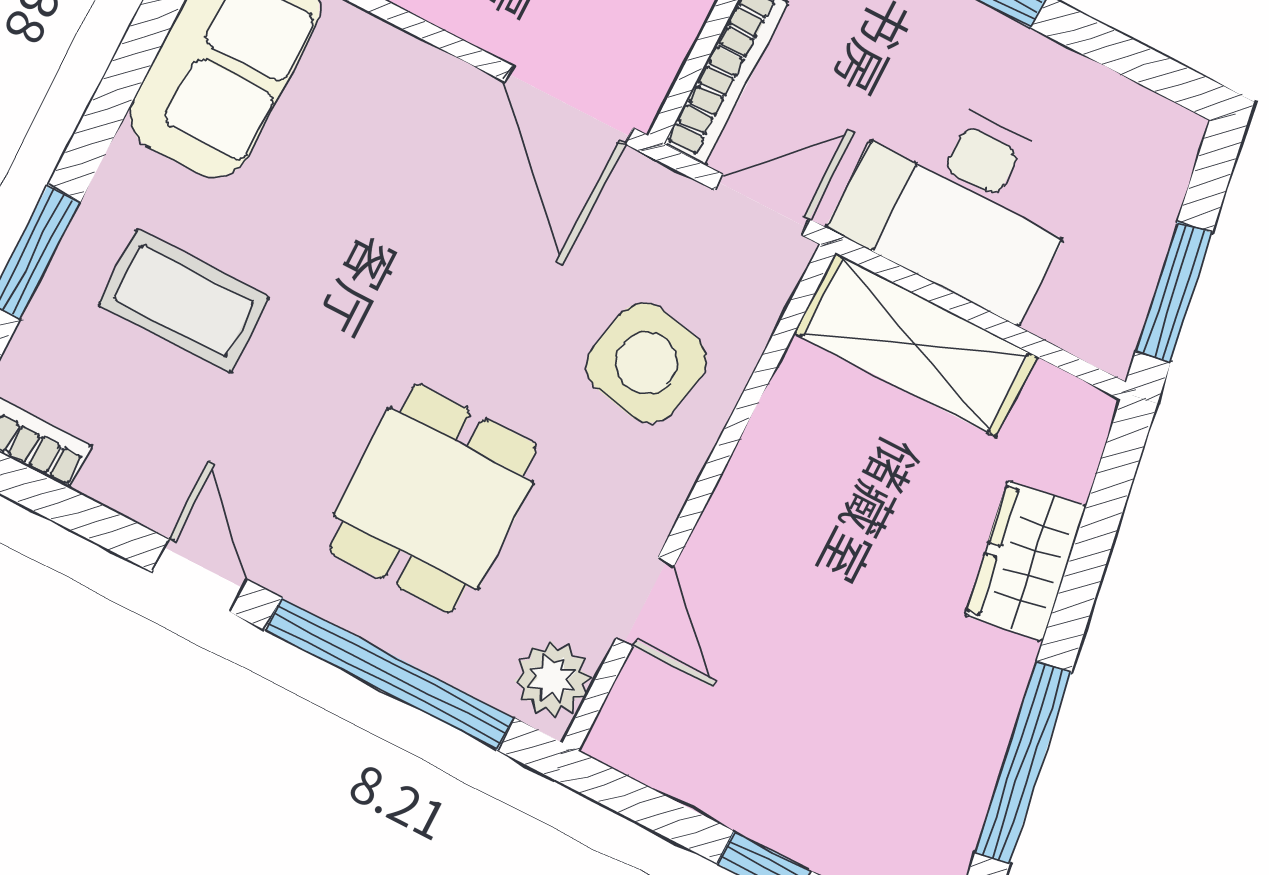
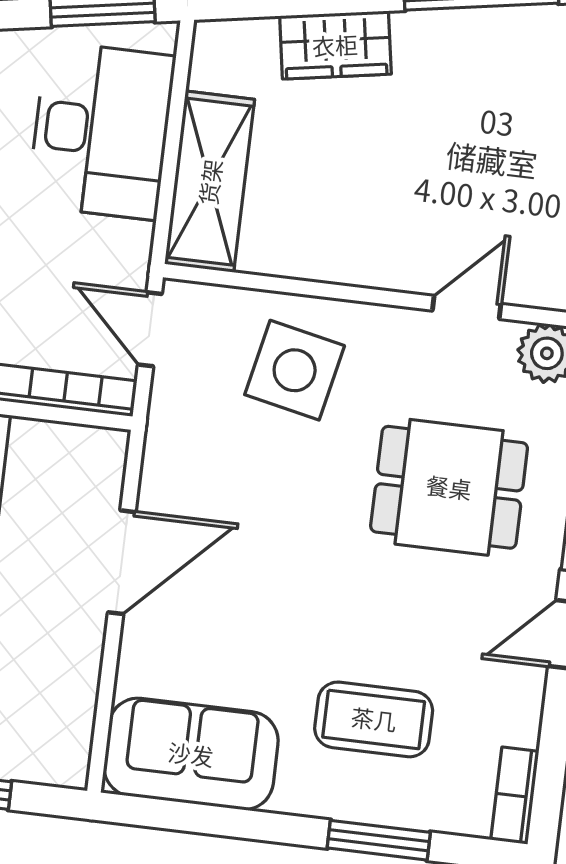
door: (569, 105) -> (122, 562), moved
desk: (961, 202) -> (101, 131), moved
coffee table: (184, 301) -> (374, 719), turned 90

